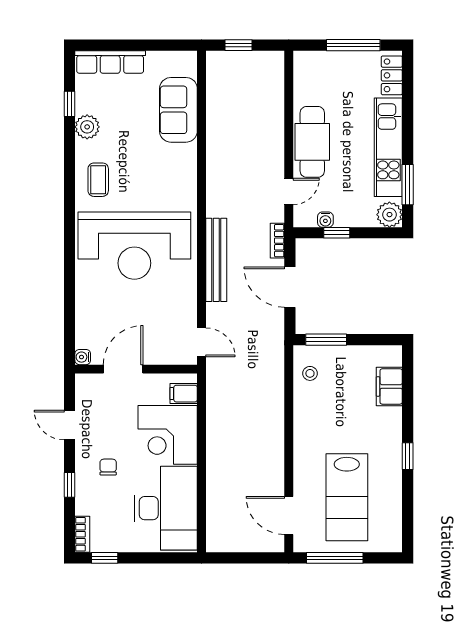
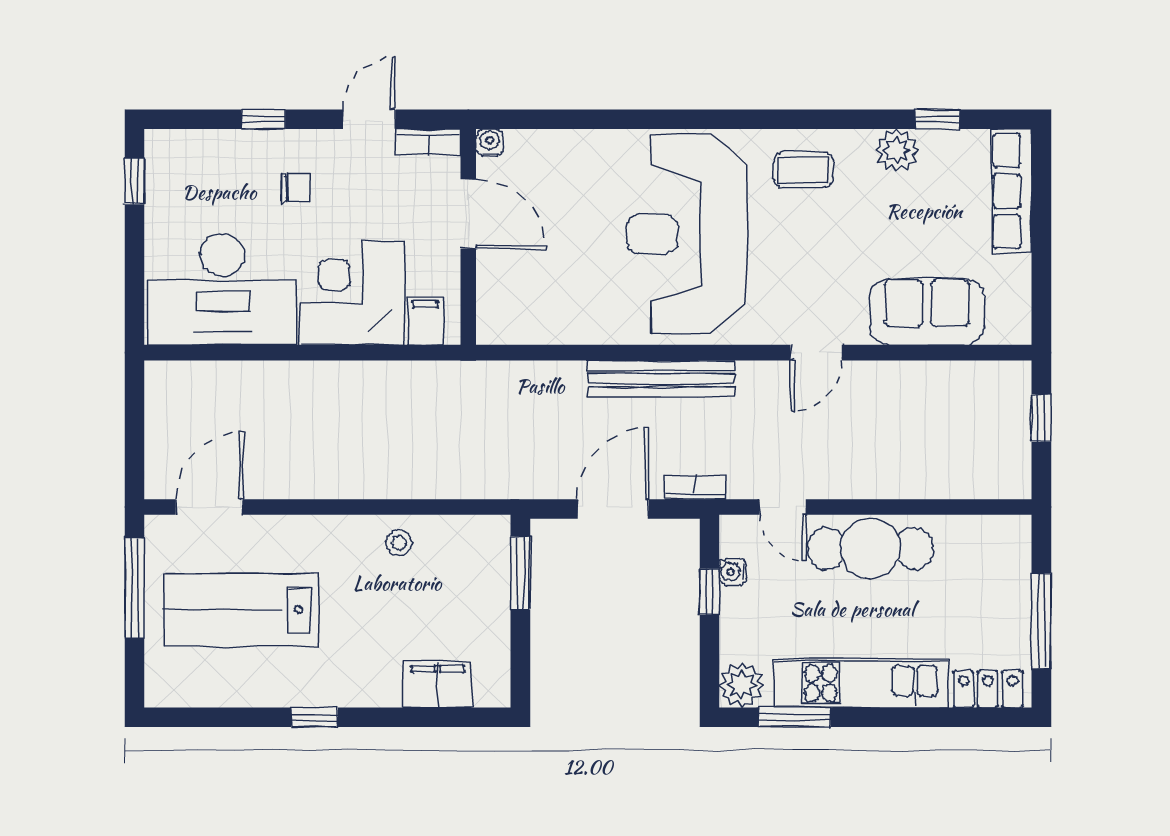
door: (202, 342) -> (816, 353), moved
stool: (310, 373) -> (399, 543), moved
bookcase: (82, 534) -> (428, 142), moved

